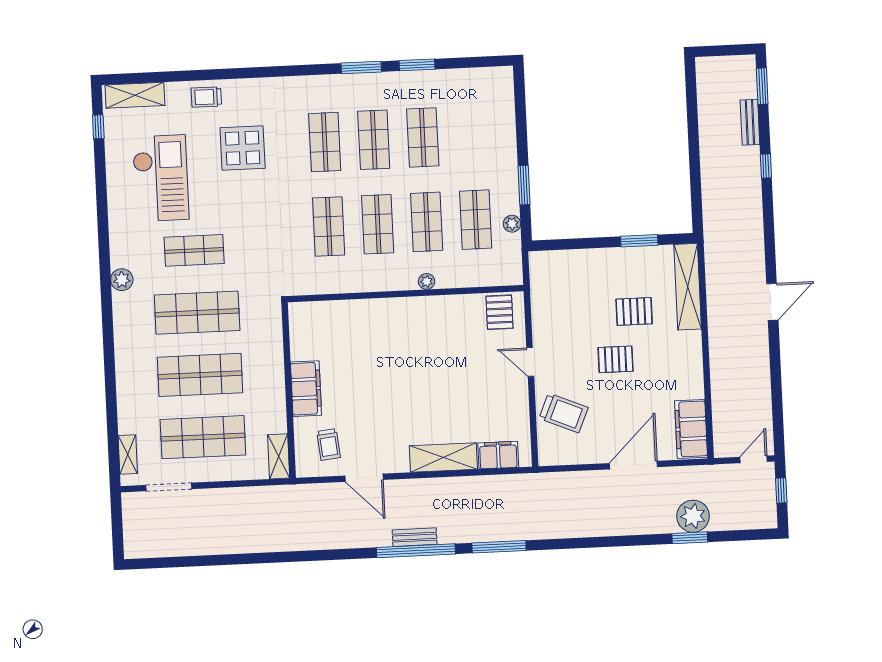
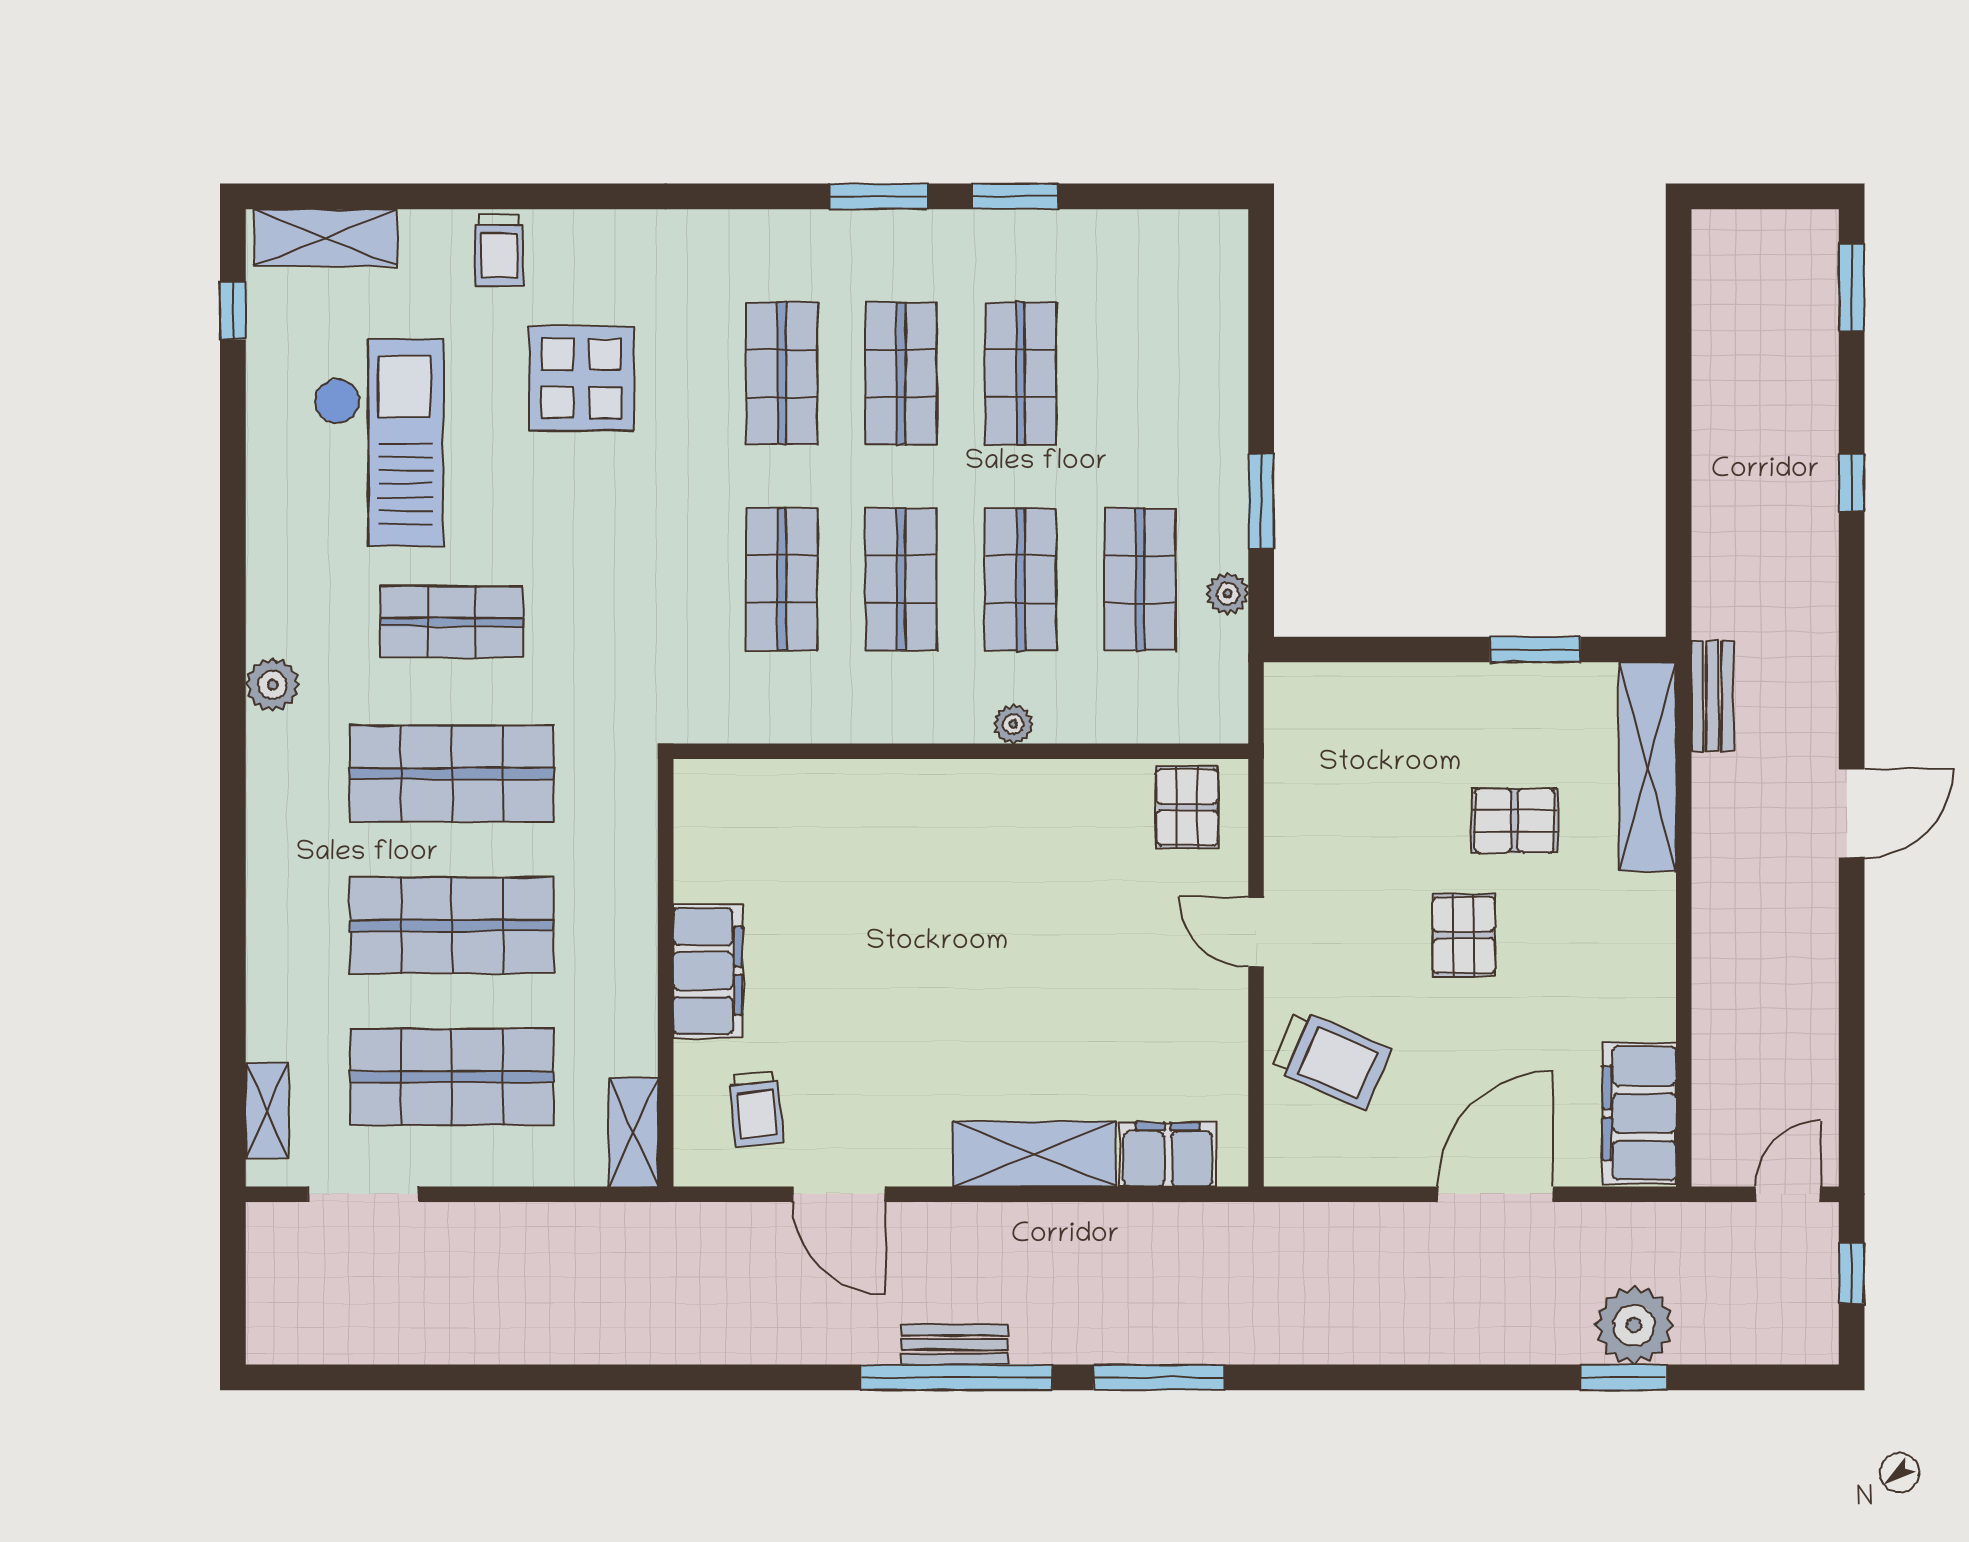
trolley: (206, 97) -> (499, 250), turned -90
bench: (750, 122) -> (1713, 696), moved
pallet: (616, 359) -> (1464, 935), turned 90

